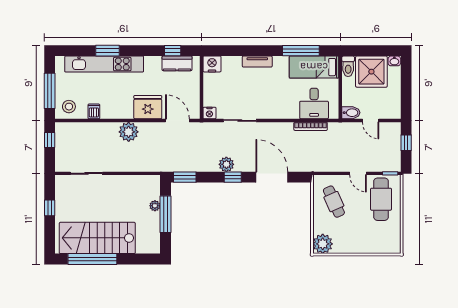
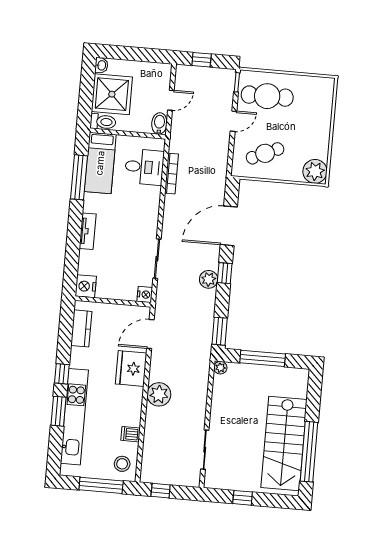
window: (173, 51) -> (62, 374), moved
plant: (155, 206) -> (220, 368), moved

